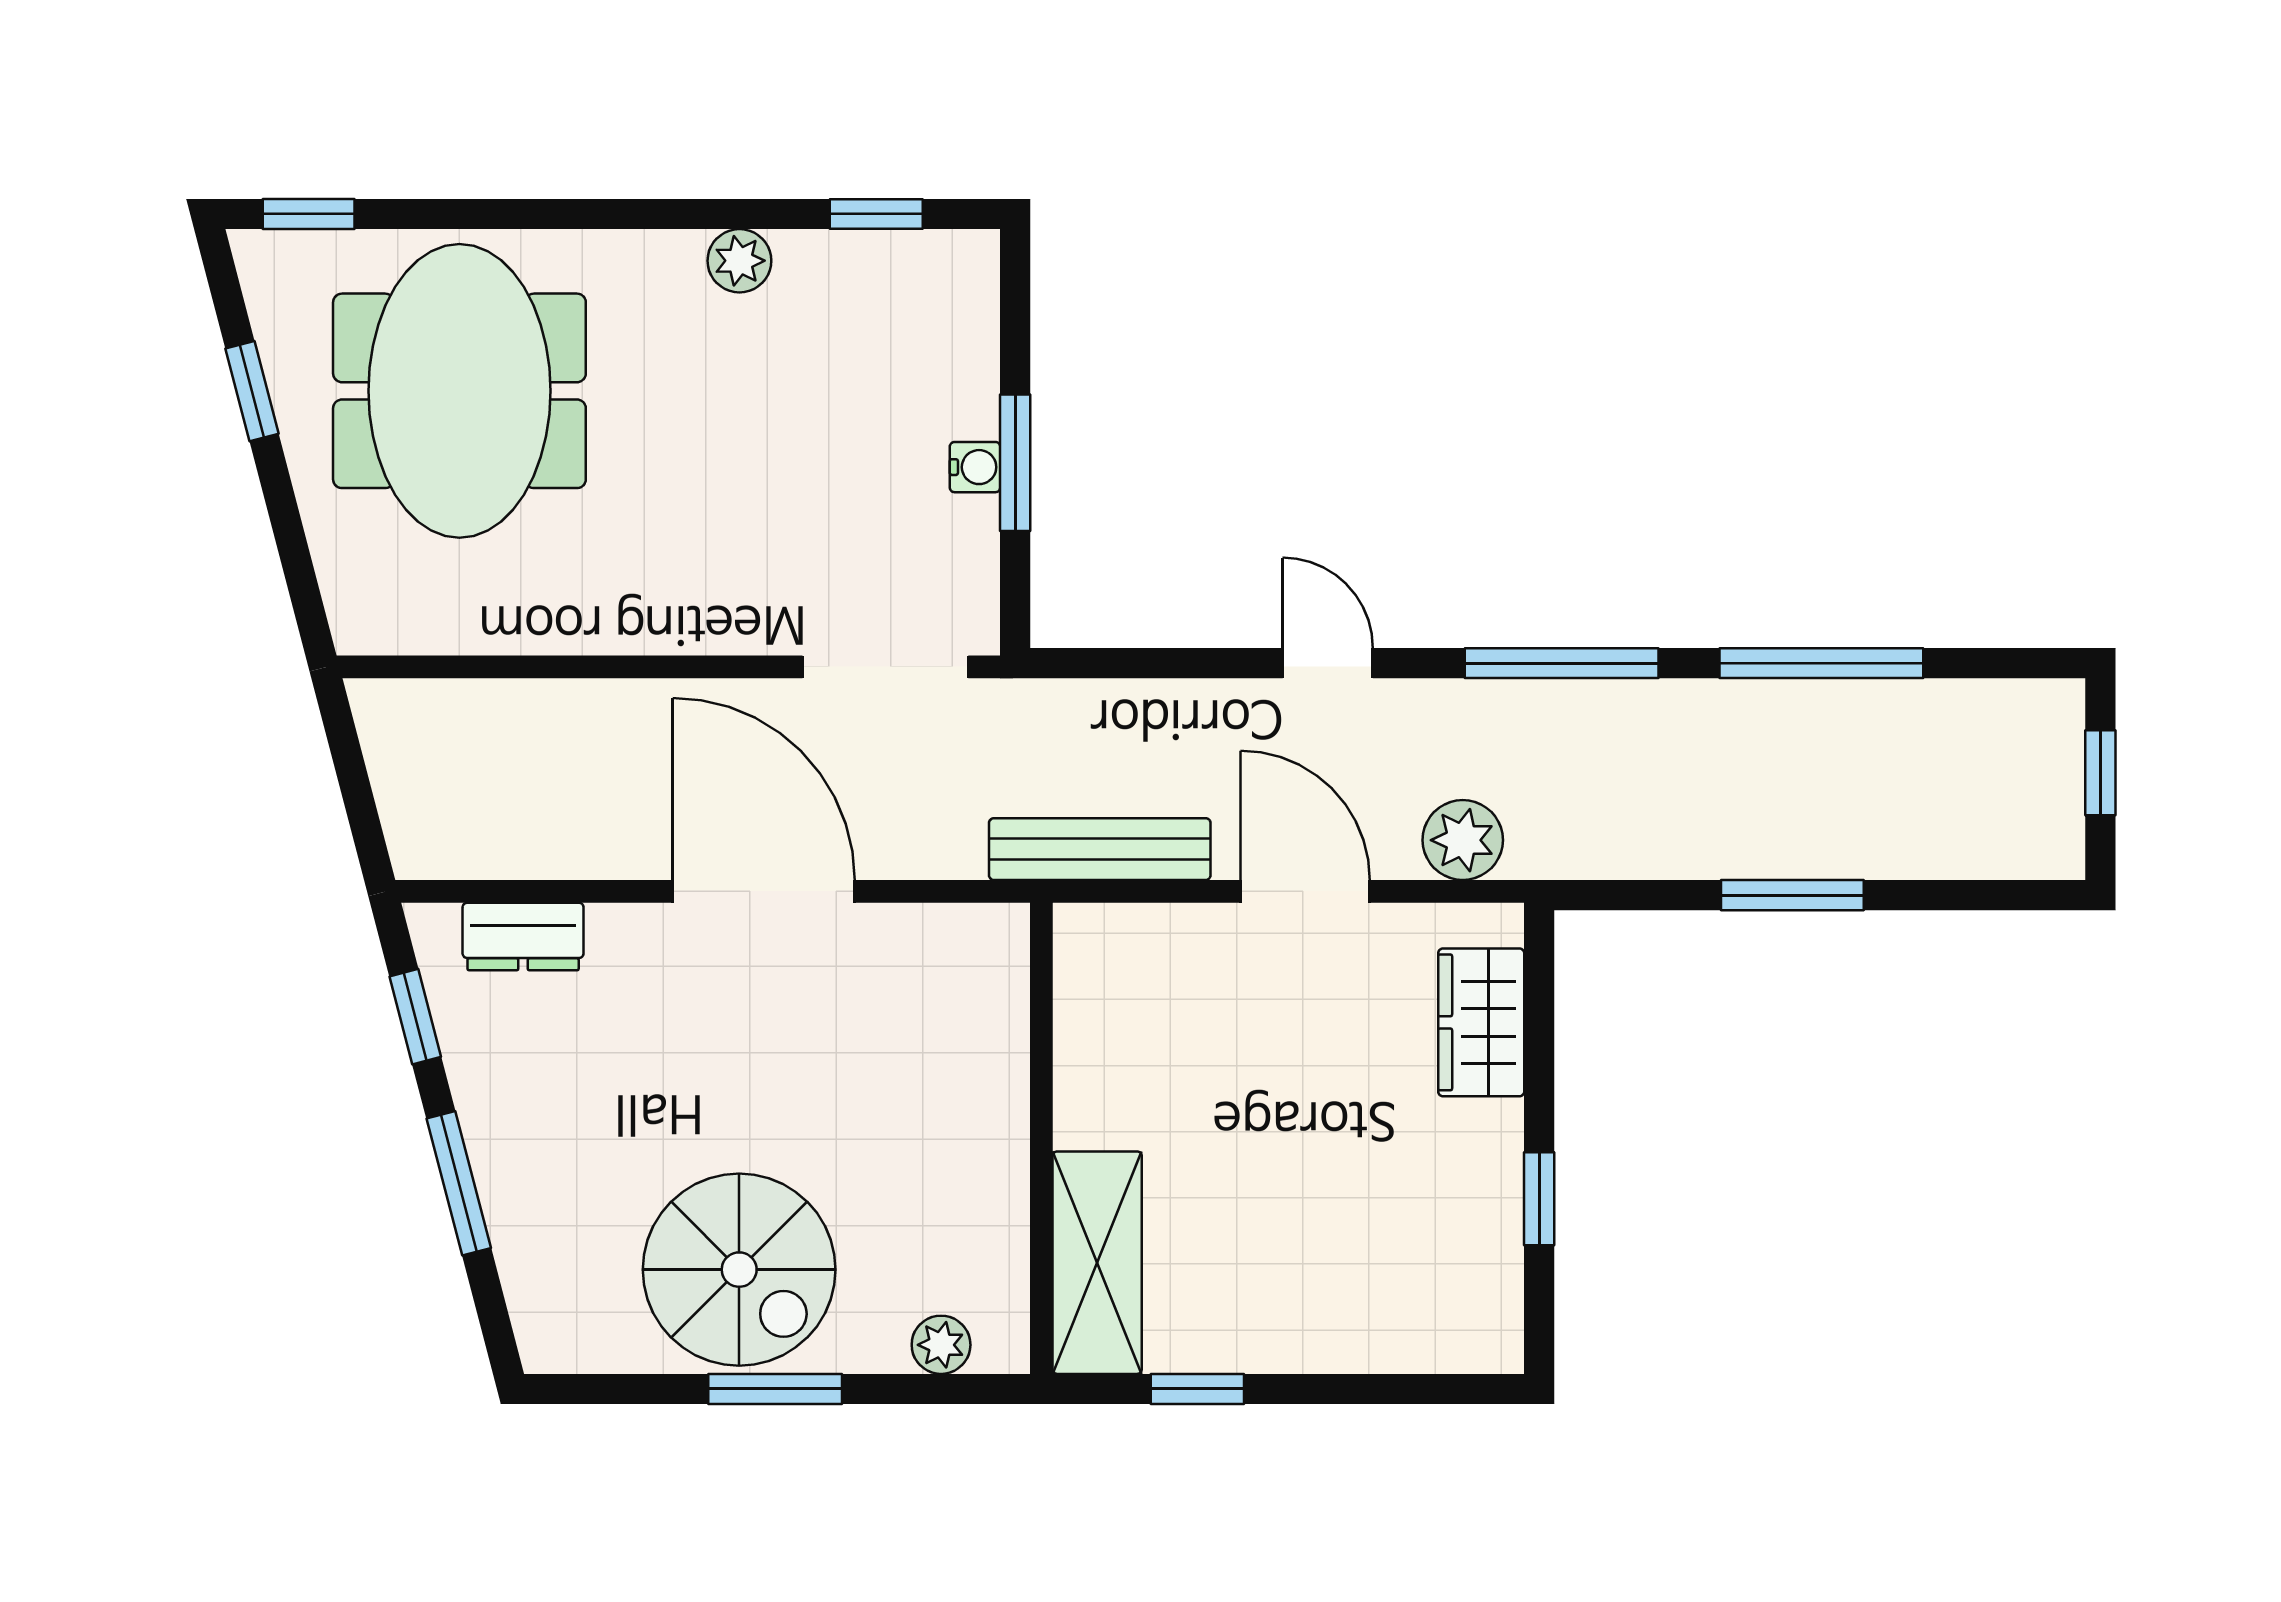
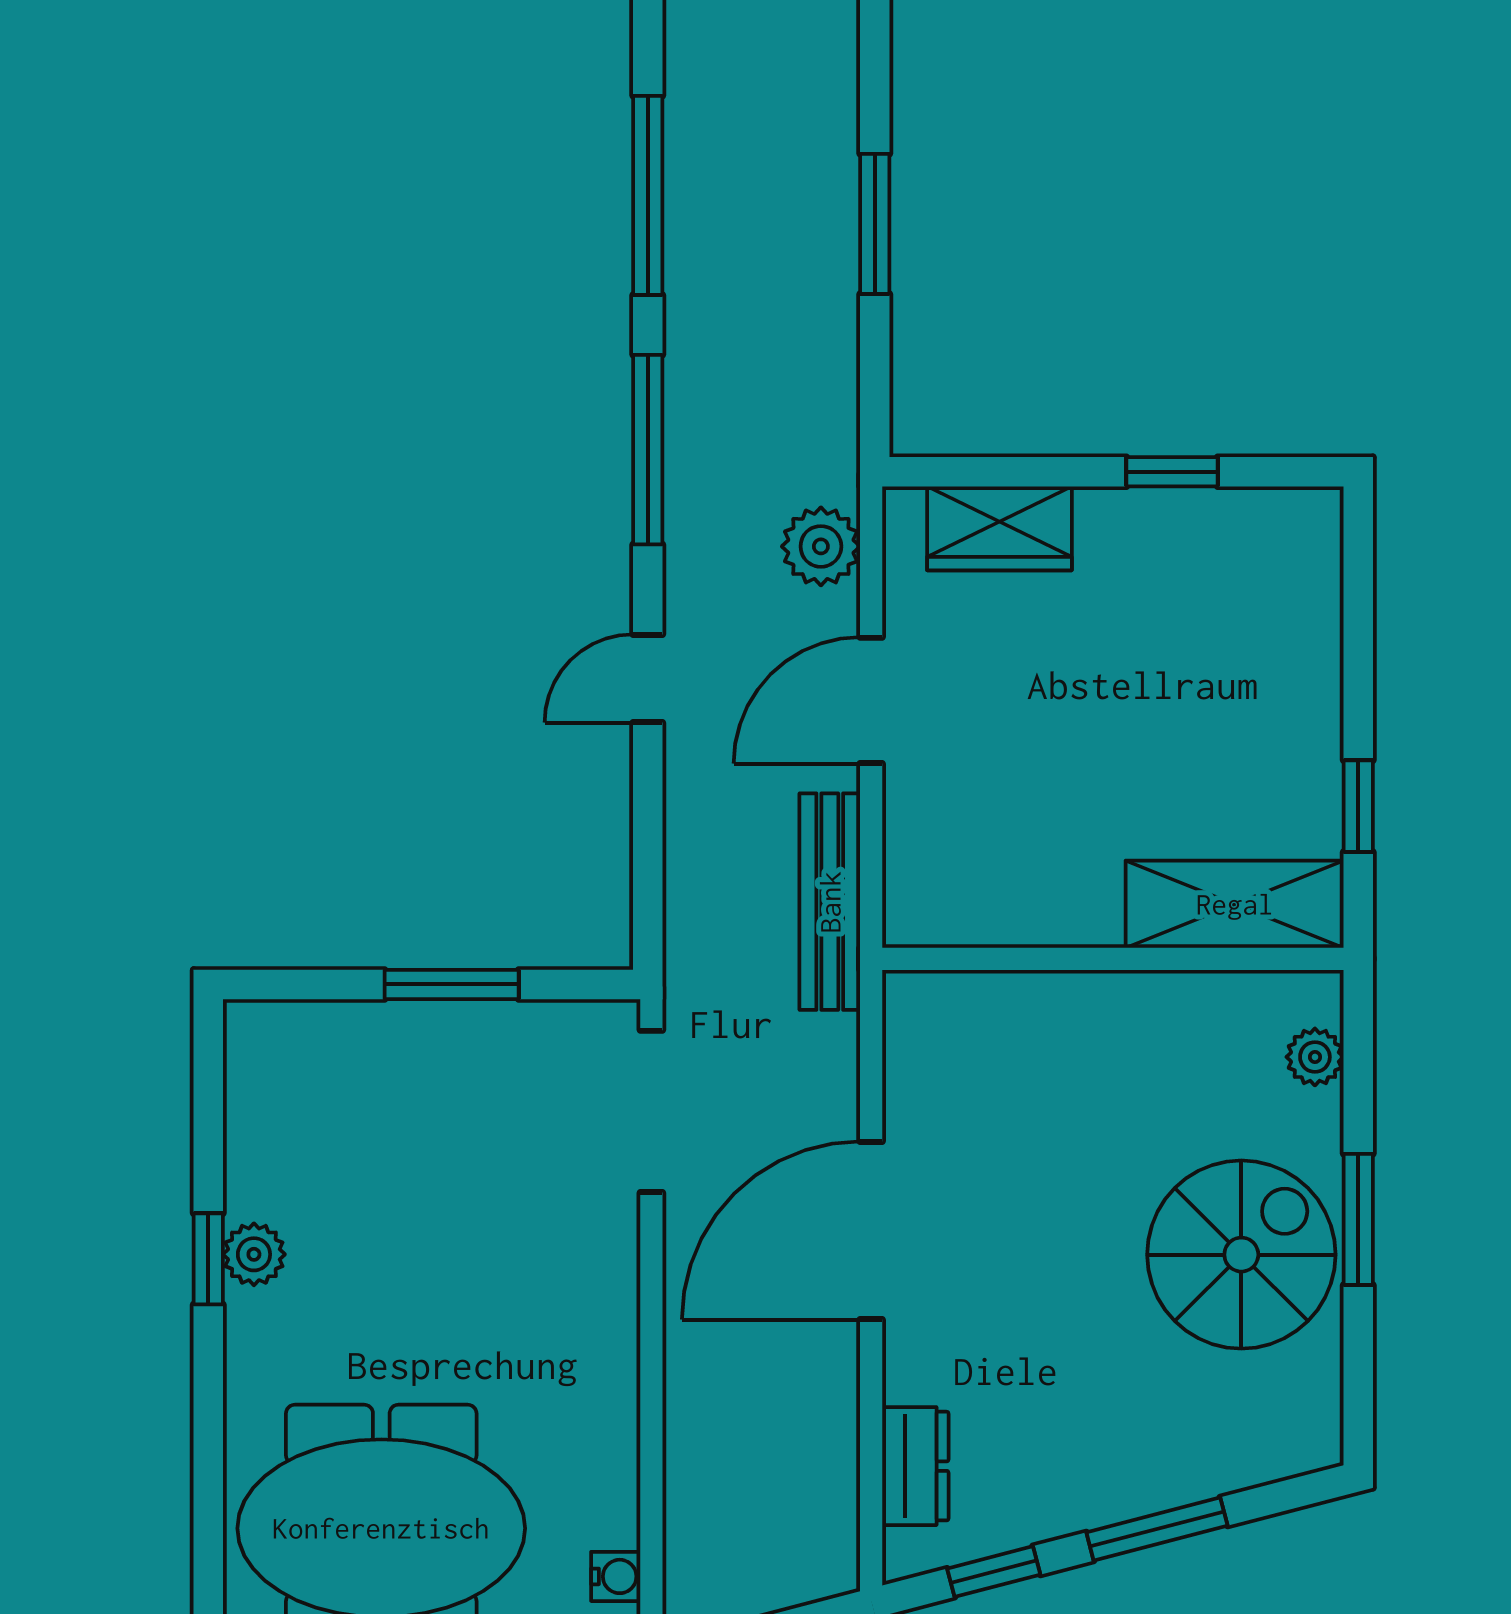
window: (876, 214) -> (208, 1259), moved
water cooler: (975, 467) -> (616, 1576), moved, turned 90

